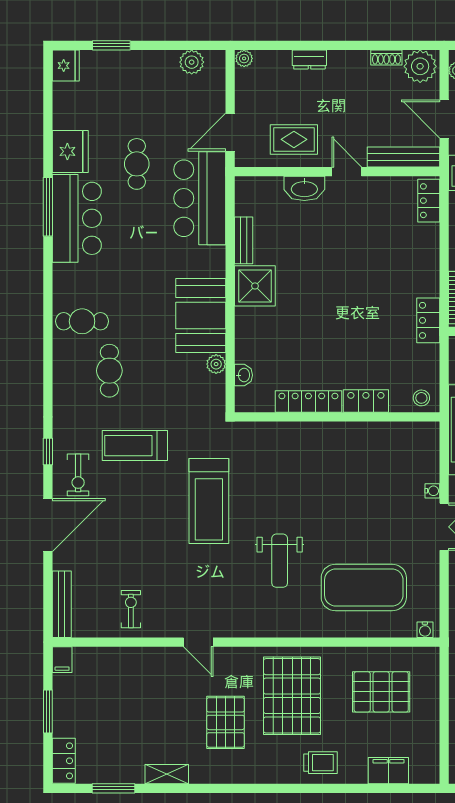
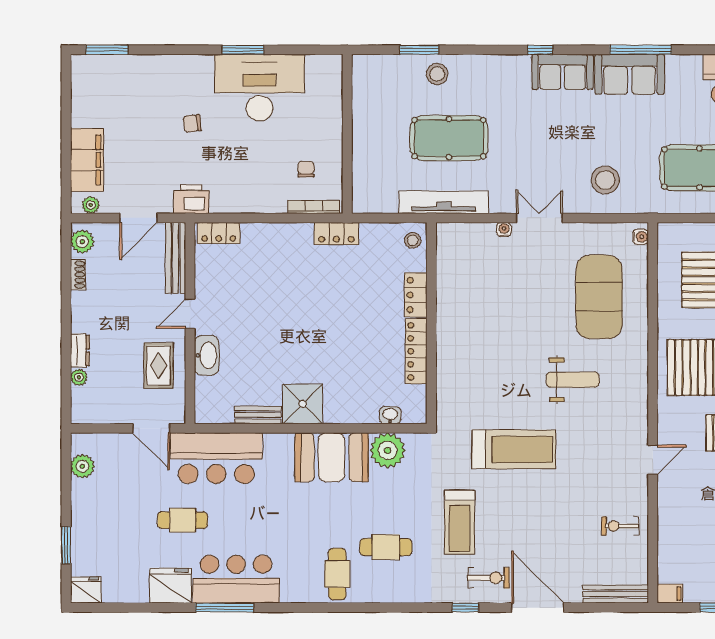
plant: (244, 58) -> (79, 377), moved
plant: (420, 66) -> (82, 242), width x0.73, depth x0.73
plant: (216, 364) -> (388, 450), width x1.87, depth x1.87

